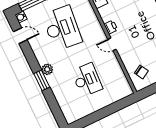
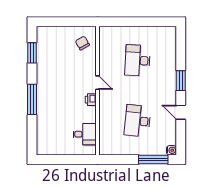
desk: (62, 28) -> (138, 121), width x0.73, depth x0.77
door: (20, 36) -> (181, 112), moved
plant: (47, 69) -> (170, 88), removed

